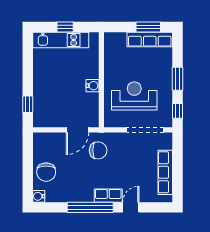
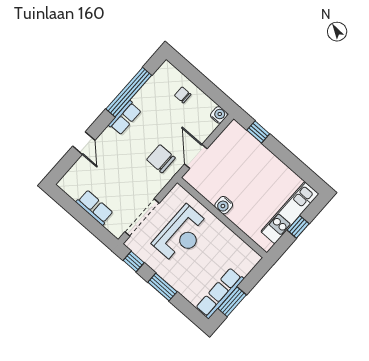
chair: (98, 150) -> (161, 159), turned 90
chair: (46, 172) -> (183, 95), width x0.54, depth x0.54
row of seats: (165, 172) -> (95, 208), width x0.68
water cooler: (39, 196) -> (219, 115), moved
row of seats: (108, 196) -> (125, 118), moved
window: (90, 207) -> (129, 92), moved

